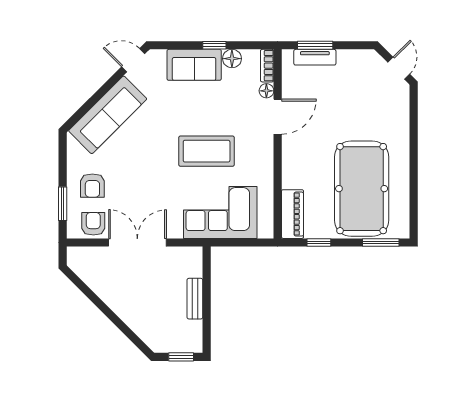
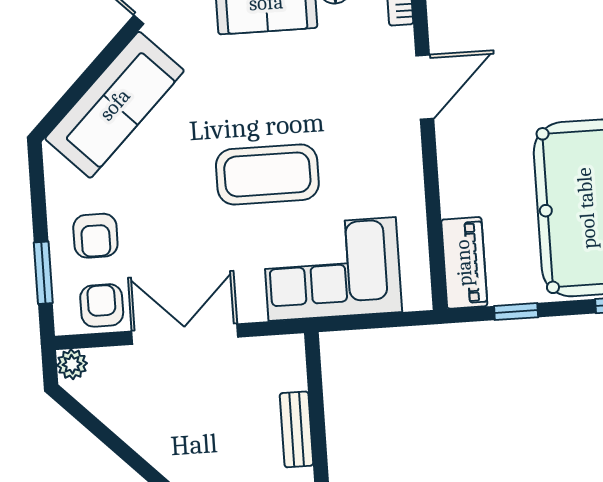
floor lamp: (266, 91) -> (401, 41), removed
coffee table: (207, 151) -> (267, 174), moved
plant: (75, 255) -> (72, 364), added

